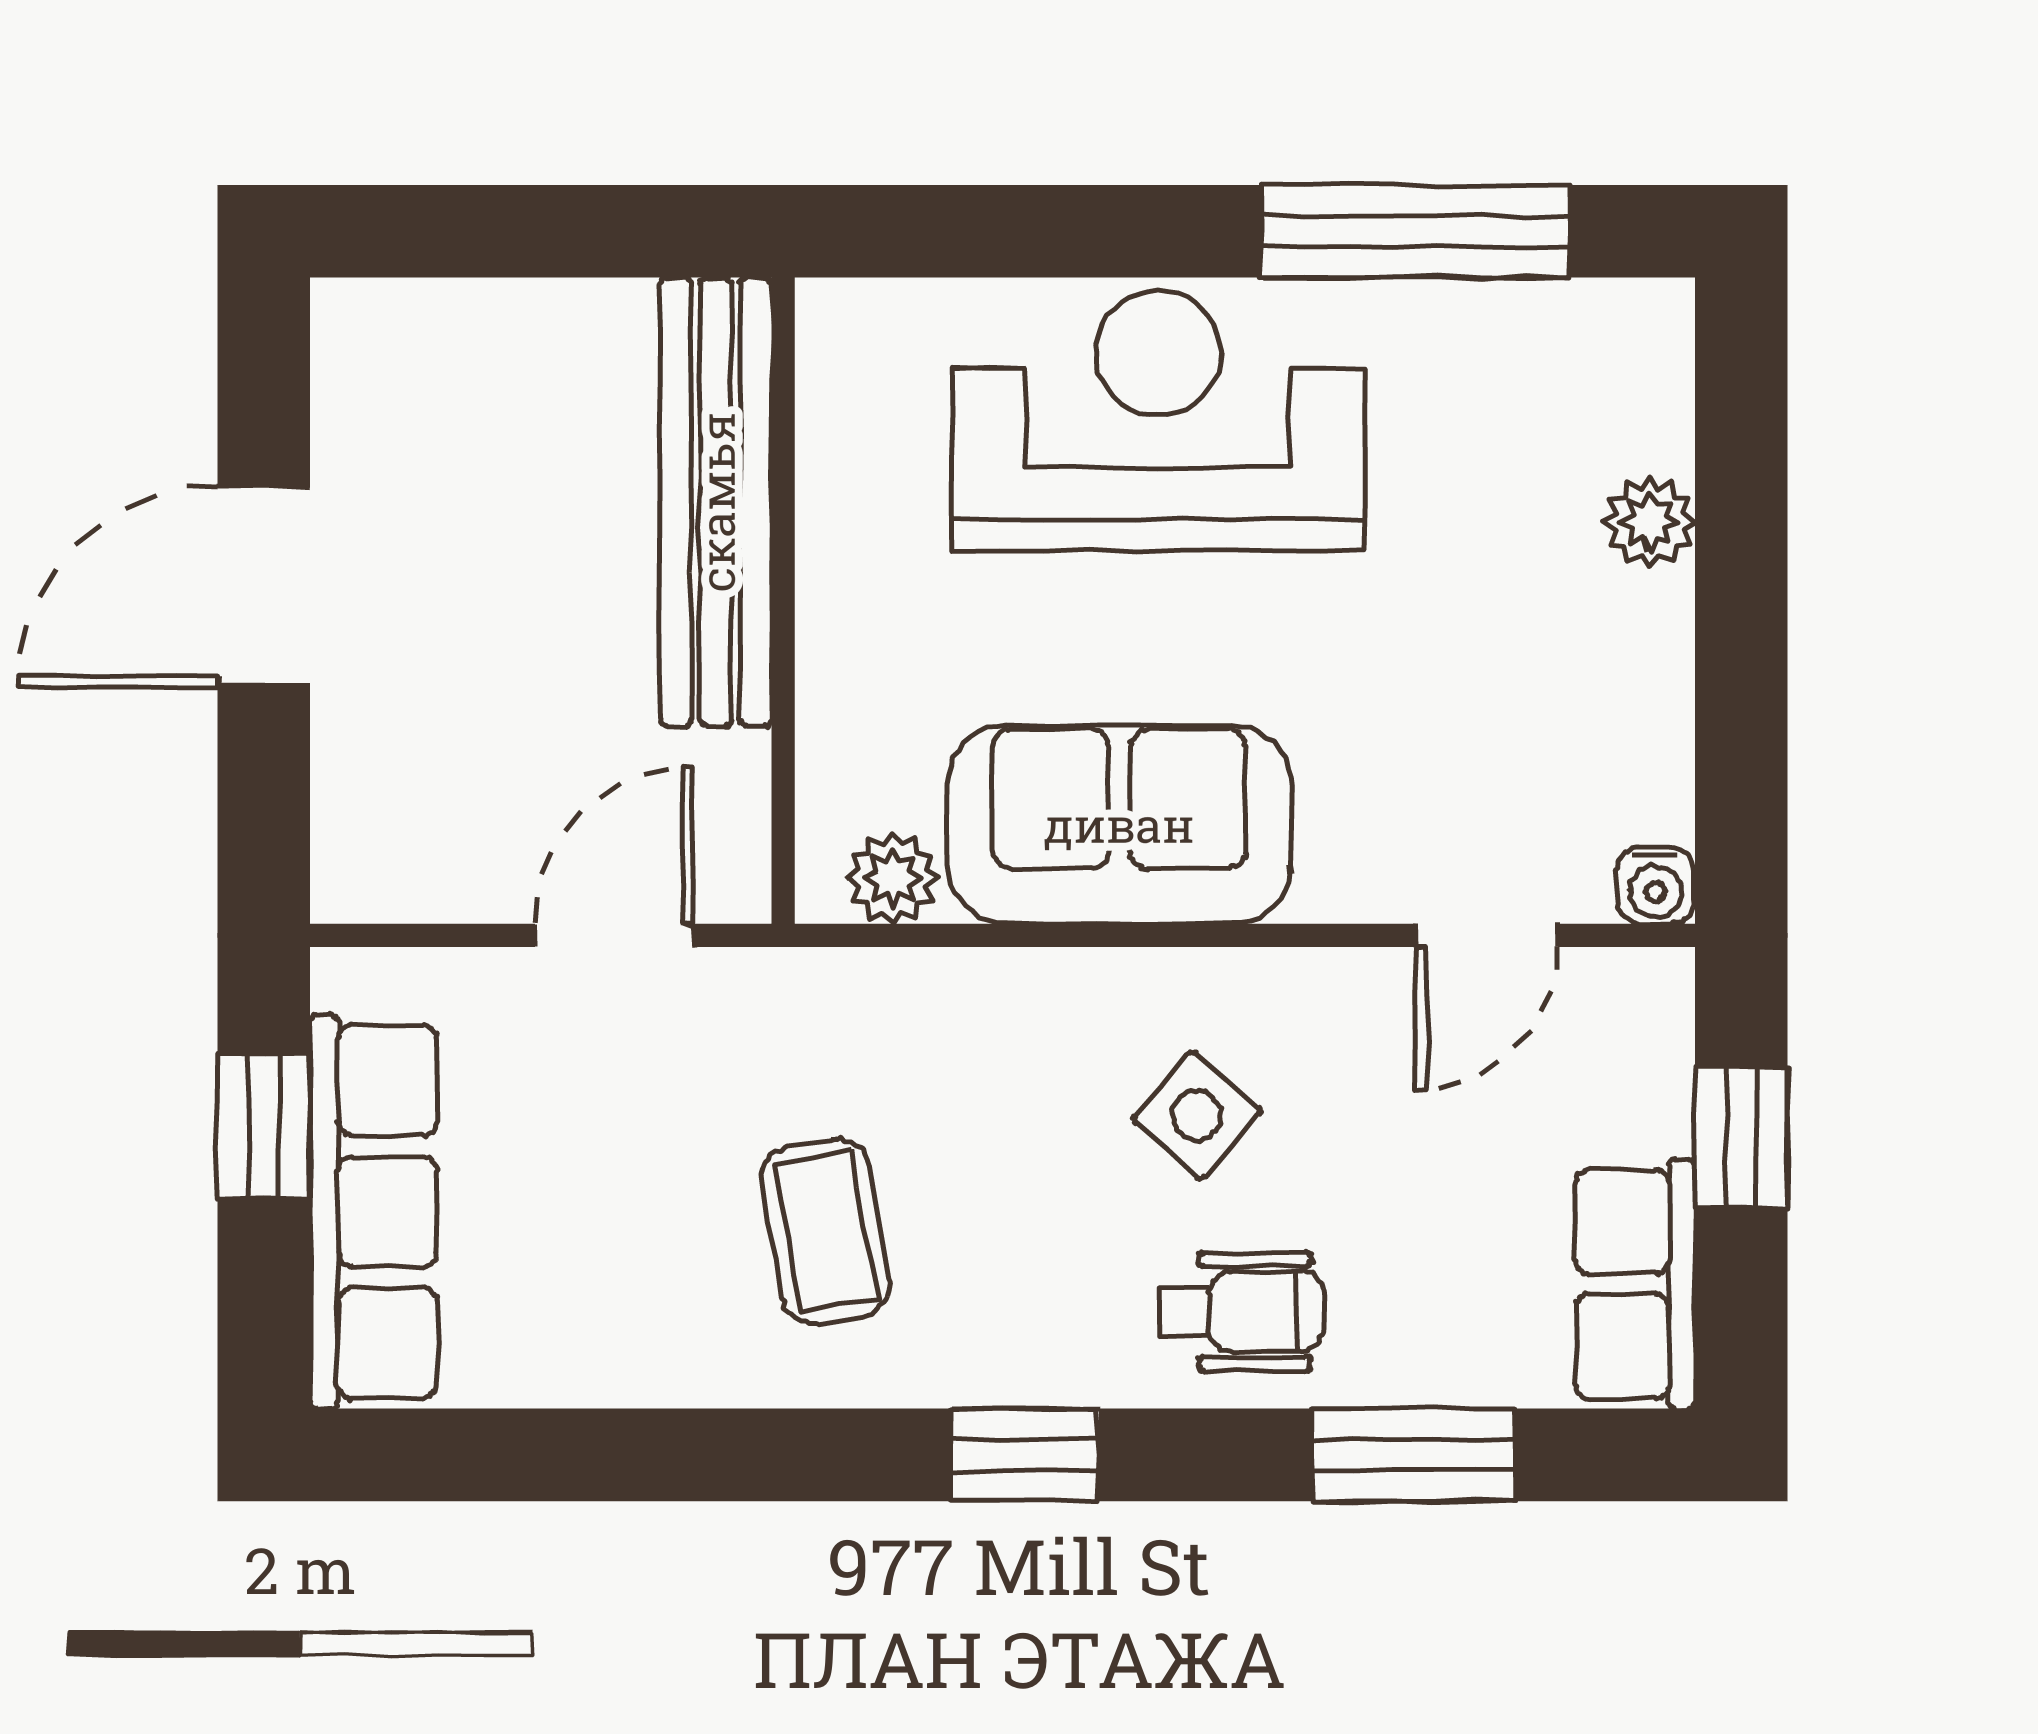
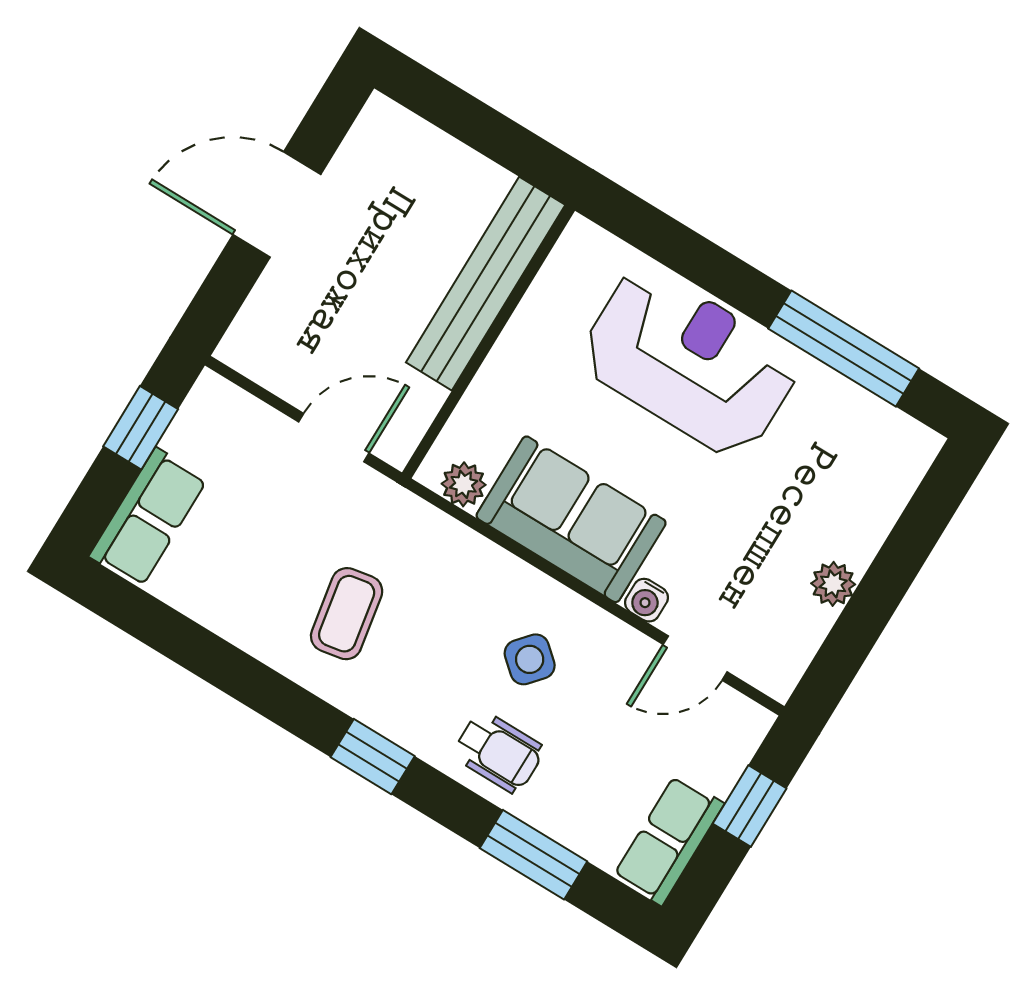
plant: (1650, 521) -> (833, 584), moved
water cooler: (1655, 886) -> (647, 600), moved
row of seats: (374, 1212) -> (148, 518), width x0.68

